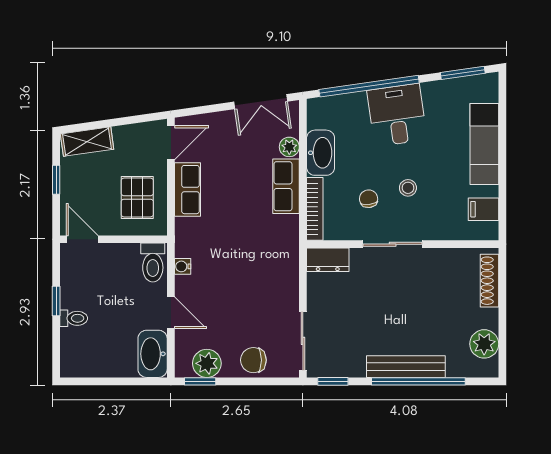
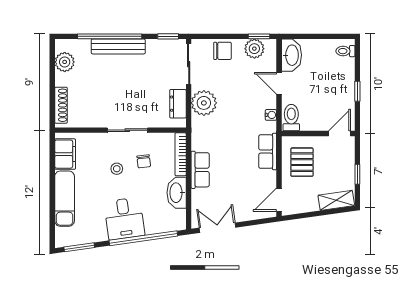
plant: (289, 147) -> (204, 103), moved, width x1.88, depth x1.88
row of seats: (187, 190) -> (268, 152), moved
filing cabinet: (483, 209) -> (65, 154), width x2.00
door: (82, 239) -> (340, 134), swing flipped
dresser: (328, 260) -> (178, 104), moved, turned -90
toilet: (74, 318) -> (345, 51), moved

